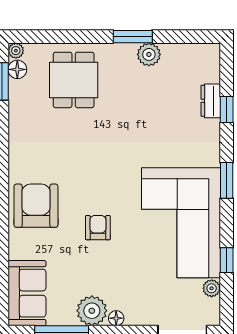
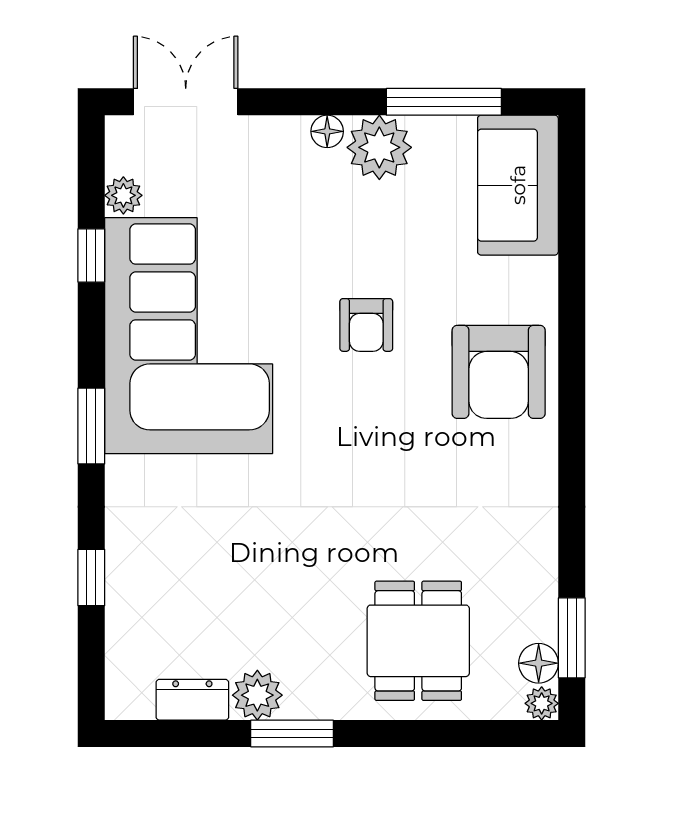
dresser: (211, 101) -> (192, 700), moved, turned -90

